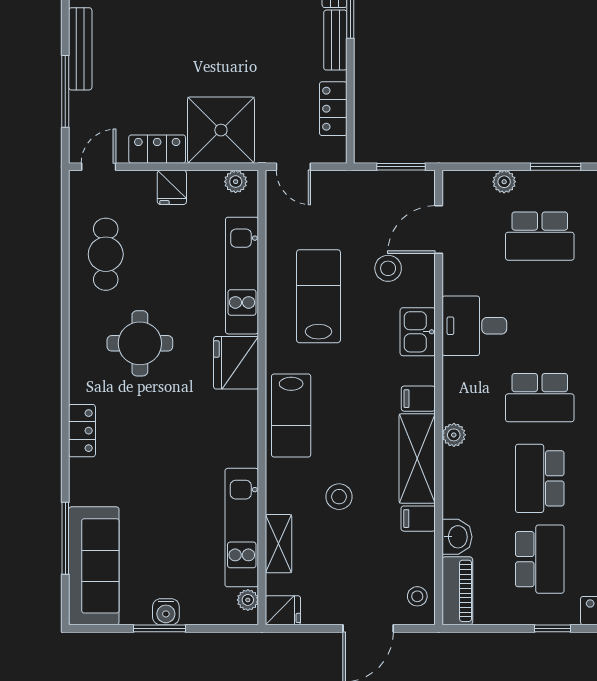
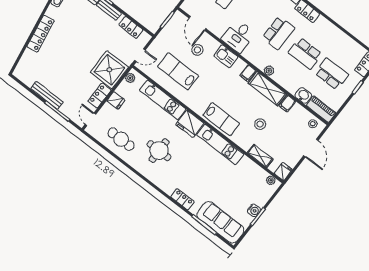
lab bench: (318, 296) -> (178, 71), moved
locker: (82, 431) -> (183, 199), moved
kitchen unit: (242, 528) -> (220, 144), moved

